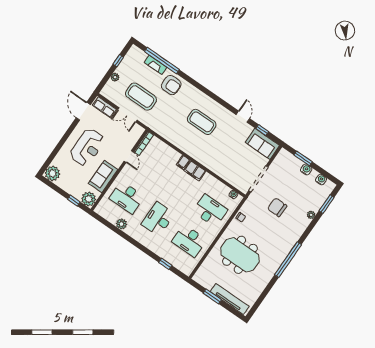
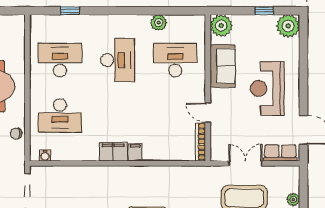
window: (74, 201) -> (264, 11), moved

